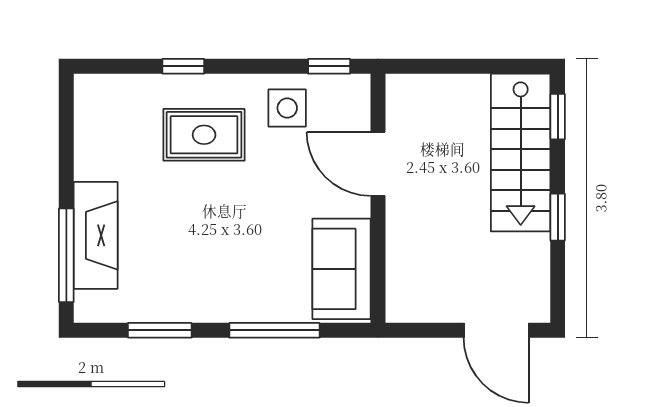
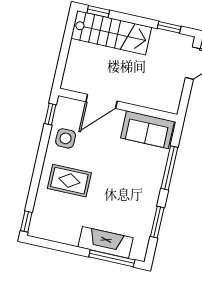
window: (183, 66) -> (26, 222), moved
rug: (204, 135) -> (69, 181), turned 90
window: (558, 217) -> (169, 27), moved

